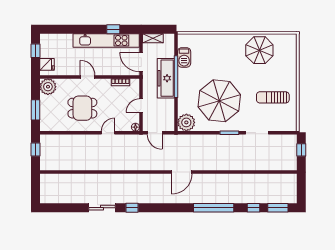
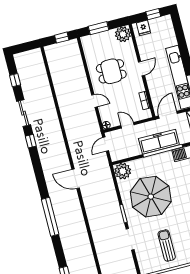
dining table: (82, 108) -> (111, 71), turned 90
window: (254, 208) -> (15, 80), moved

